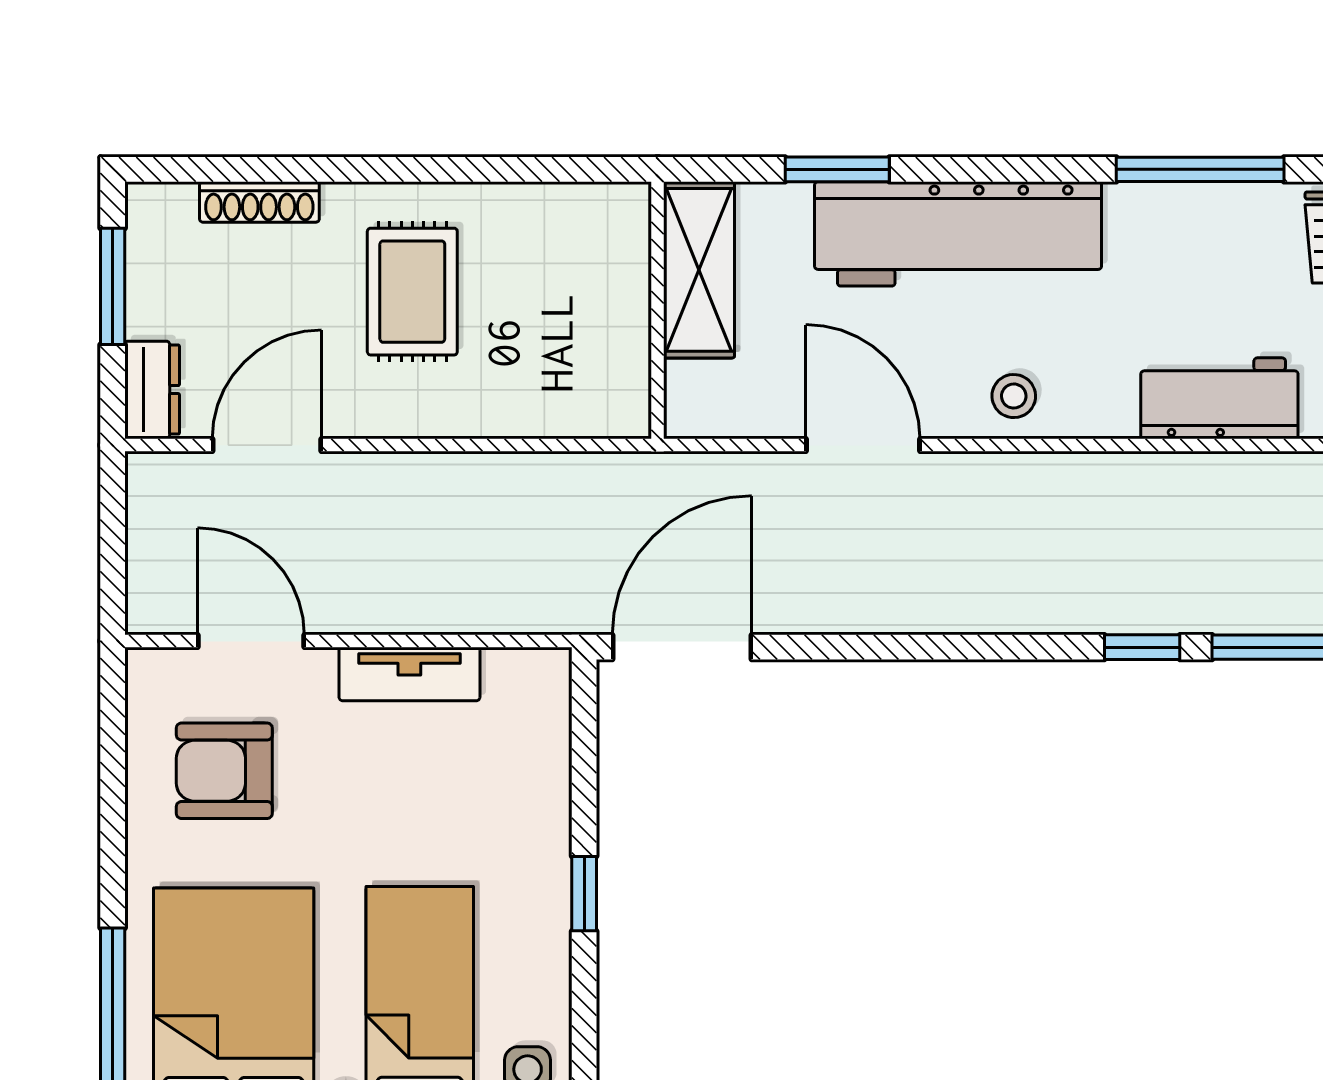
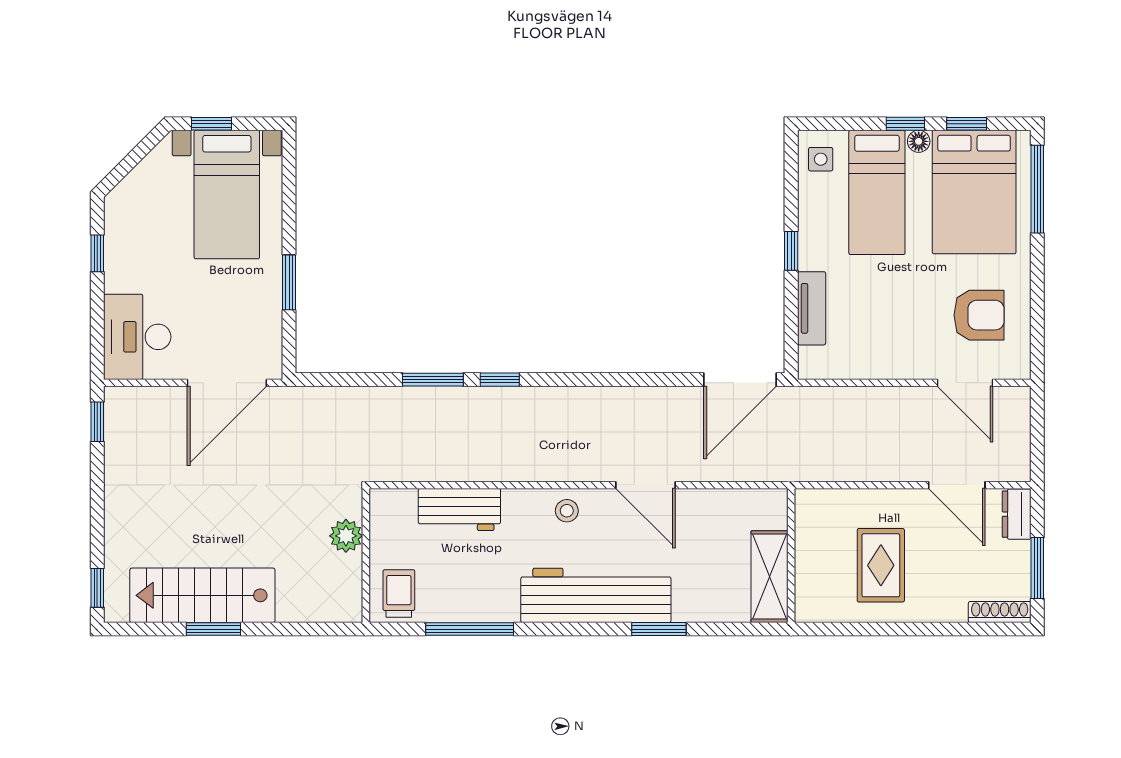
shoe rack: (259, 202) -> (1000, 612), moved
shelving: (699, 270) -> (769, 577), moved
wall: (658, 310) -> (791, 555), moved
door: (267, 445) -> (957, 485), hinge flipped
tv unit: (409, 674) -> (812, 308), moved, turned 90

